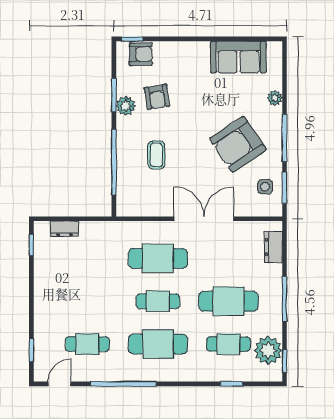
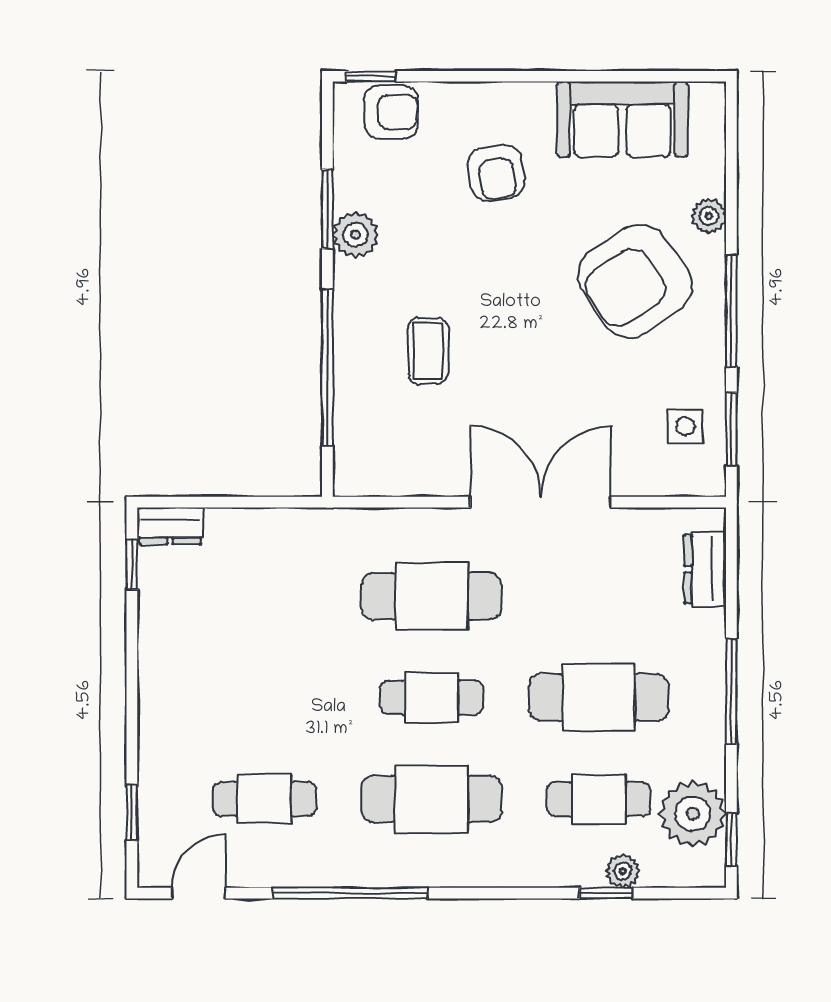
armchair: (157, 97) -> (496, 173), moved
armchair: (238, 144) -> (635, 281), moved
dresser: (64, 229) -> (170, 526), moved
plant: (239, 375) -> (623, 871), added

